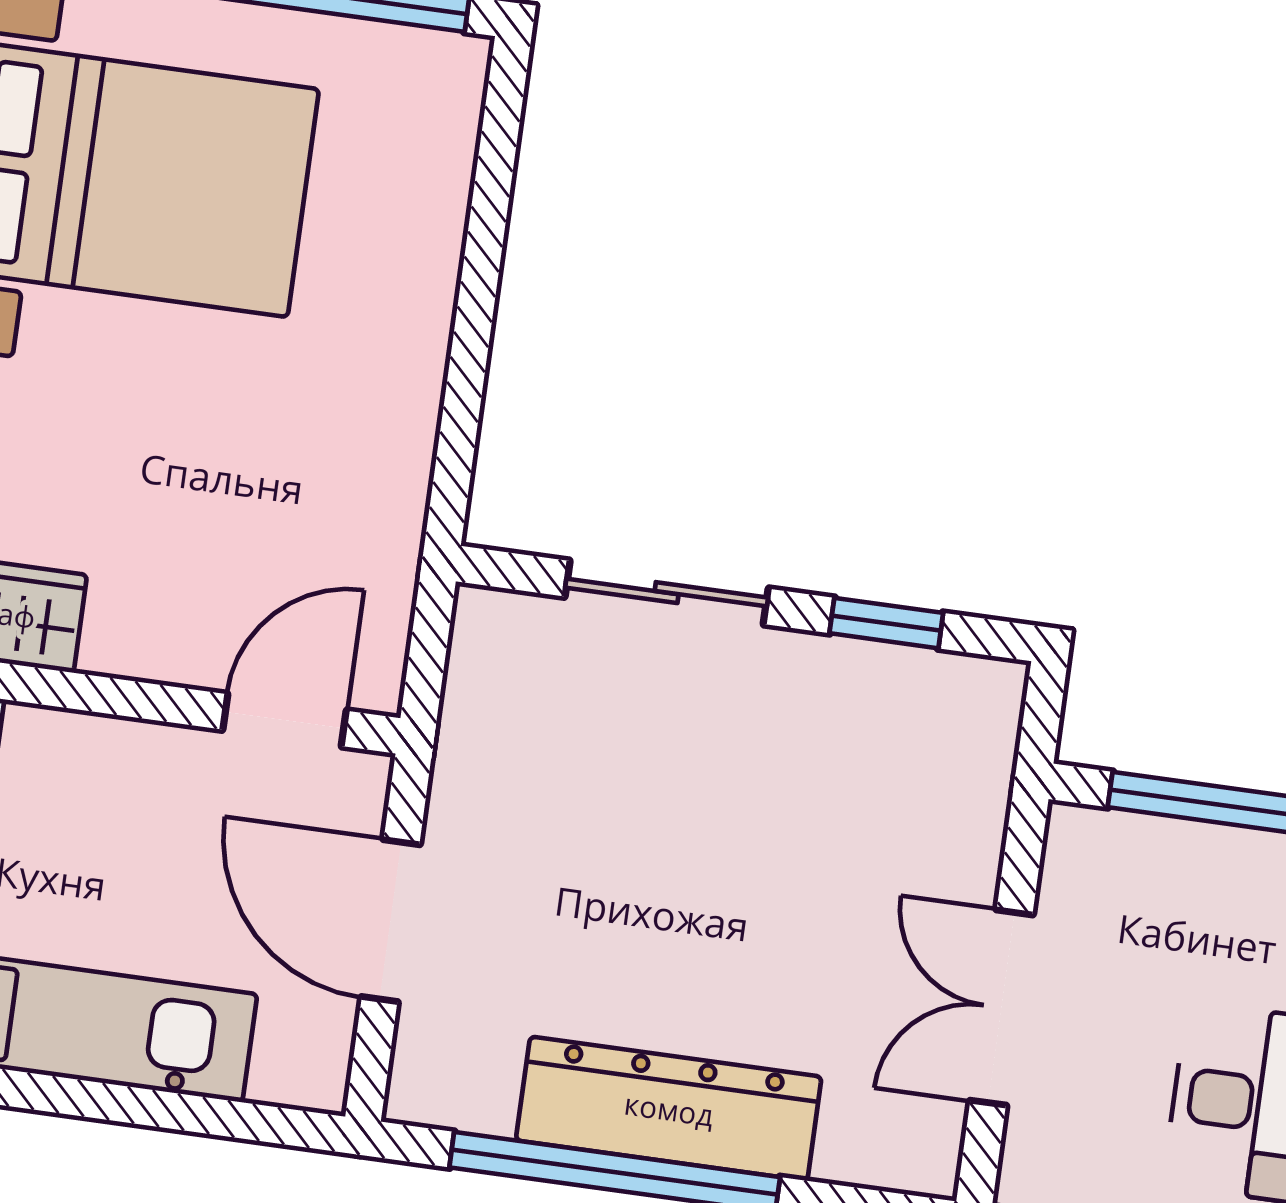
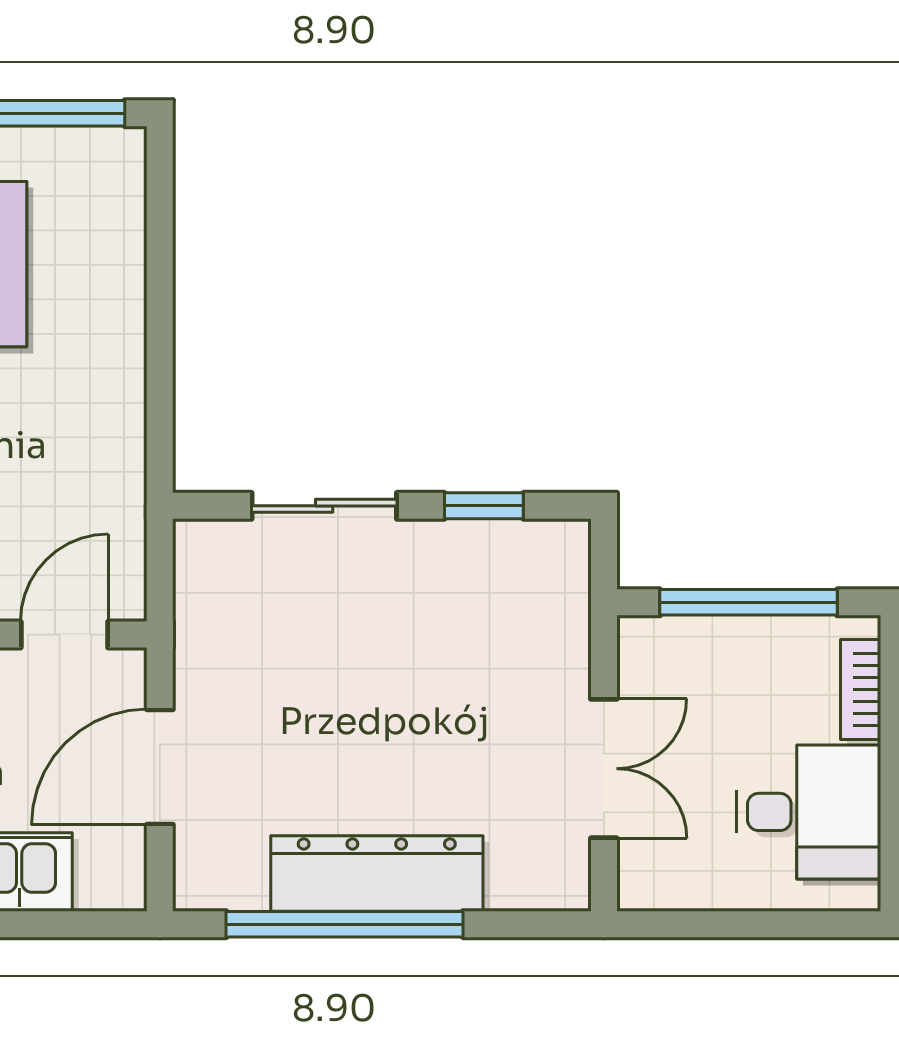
door: (391, 921) -> (160, 767), hinge flipped
double door: (1001, 1008) -> (604, 769), swing flipped

